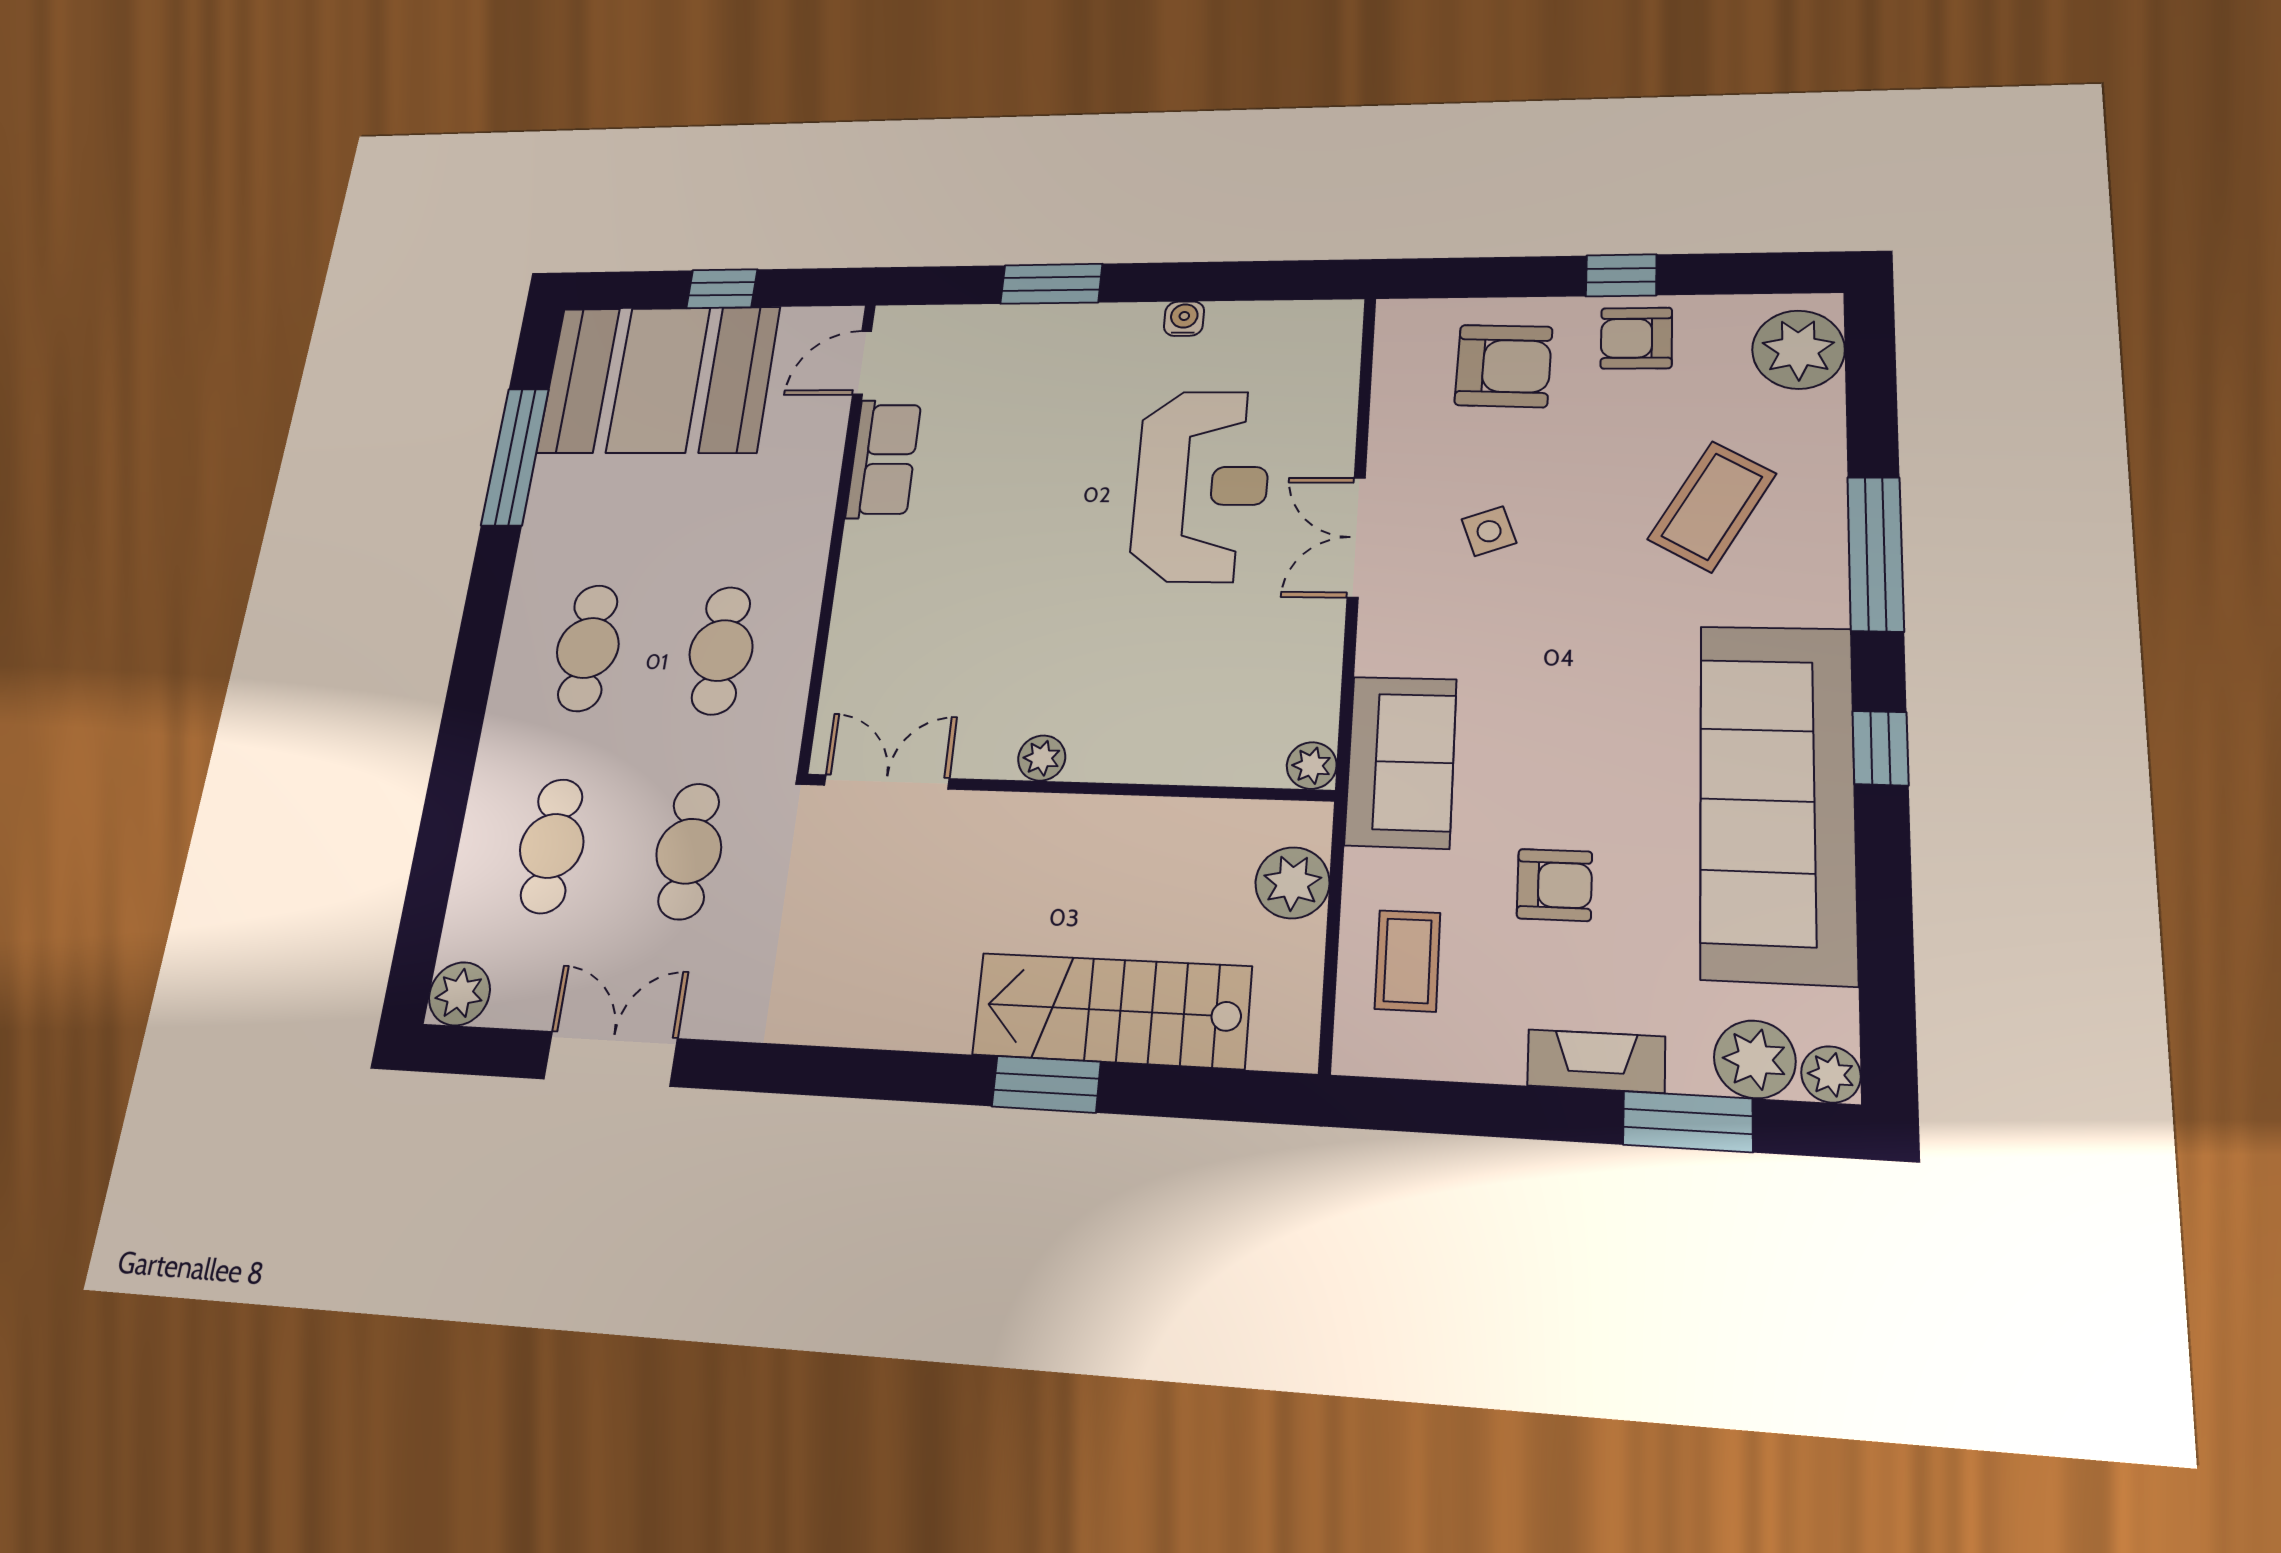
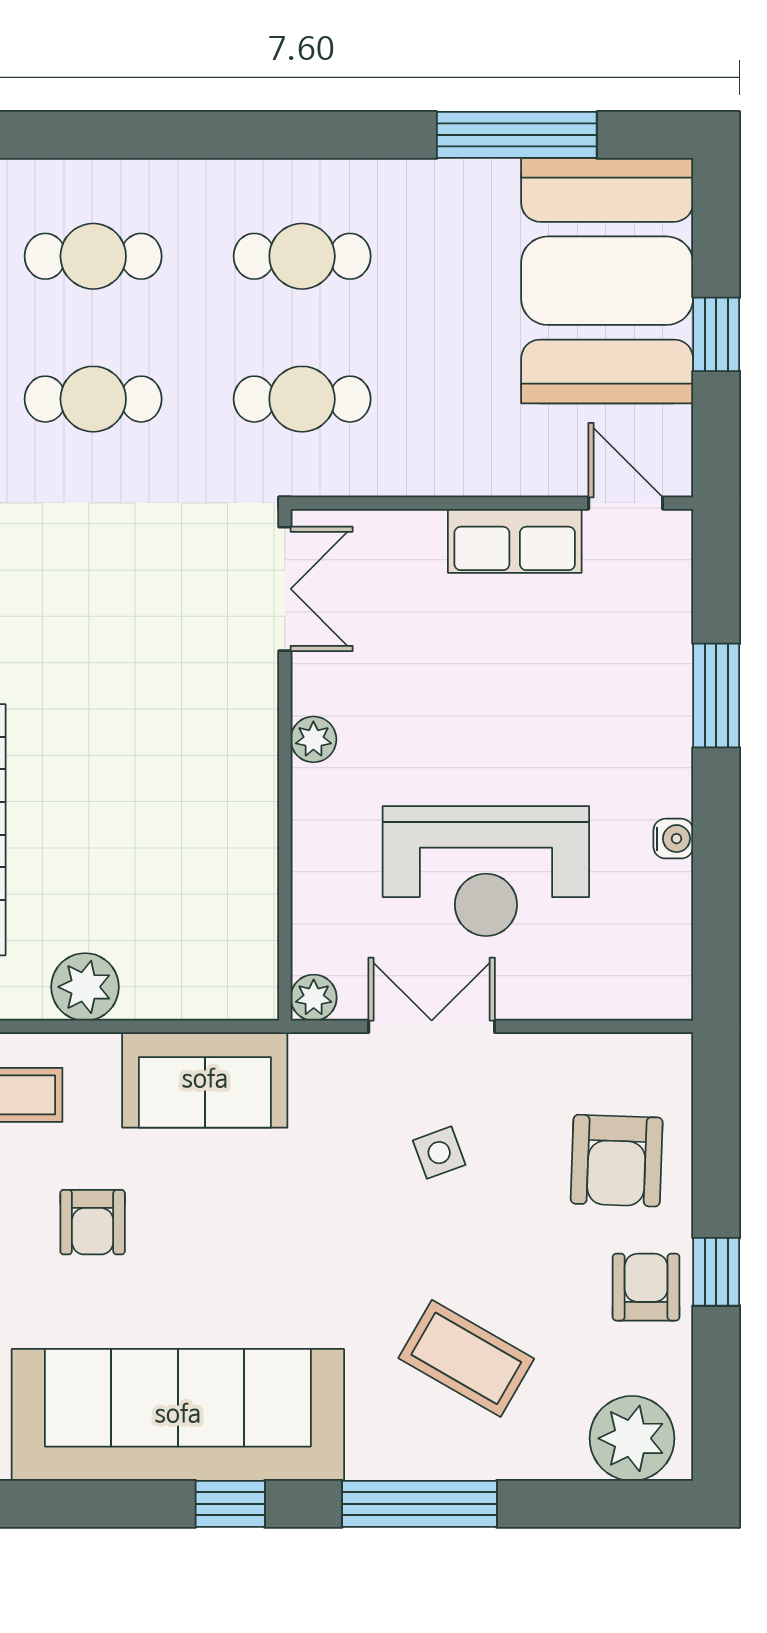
plant: (1042, 758) -> (313, 739), moved
plant: (1312, 766) -> (314, 998), moved
double door: (887, 782) -> (285, 589), moved
wall: (1065, 787) -> (285, 765), moved

